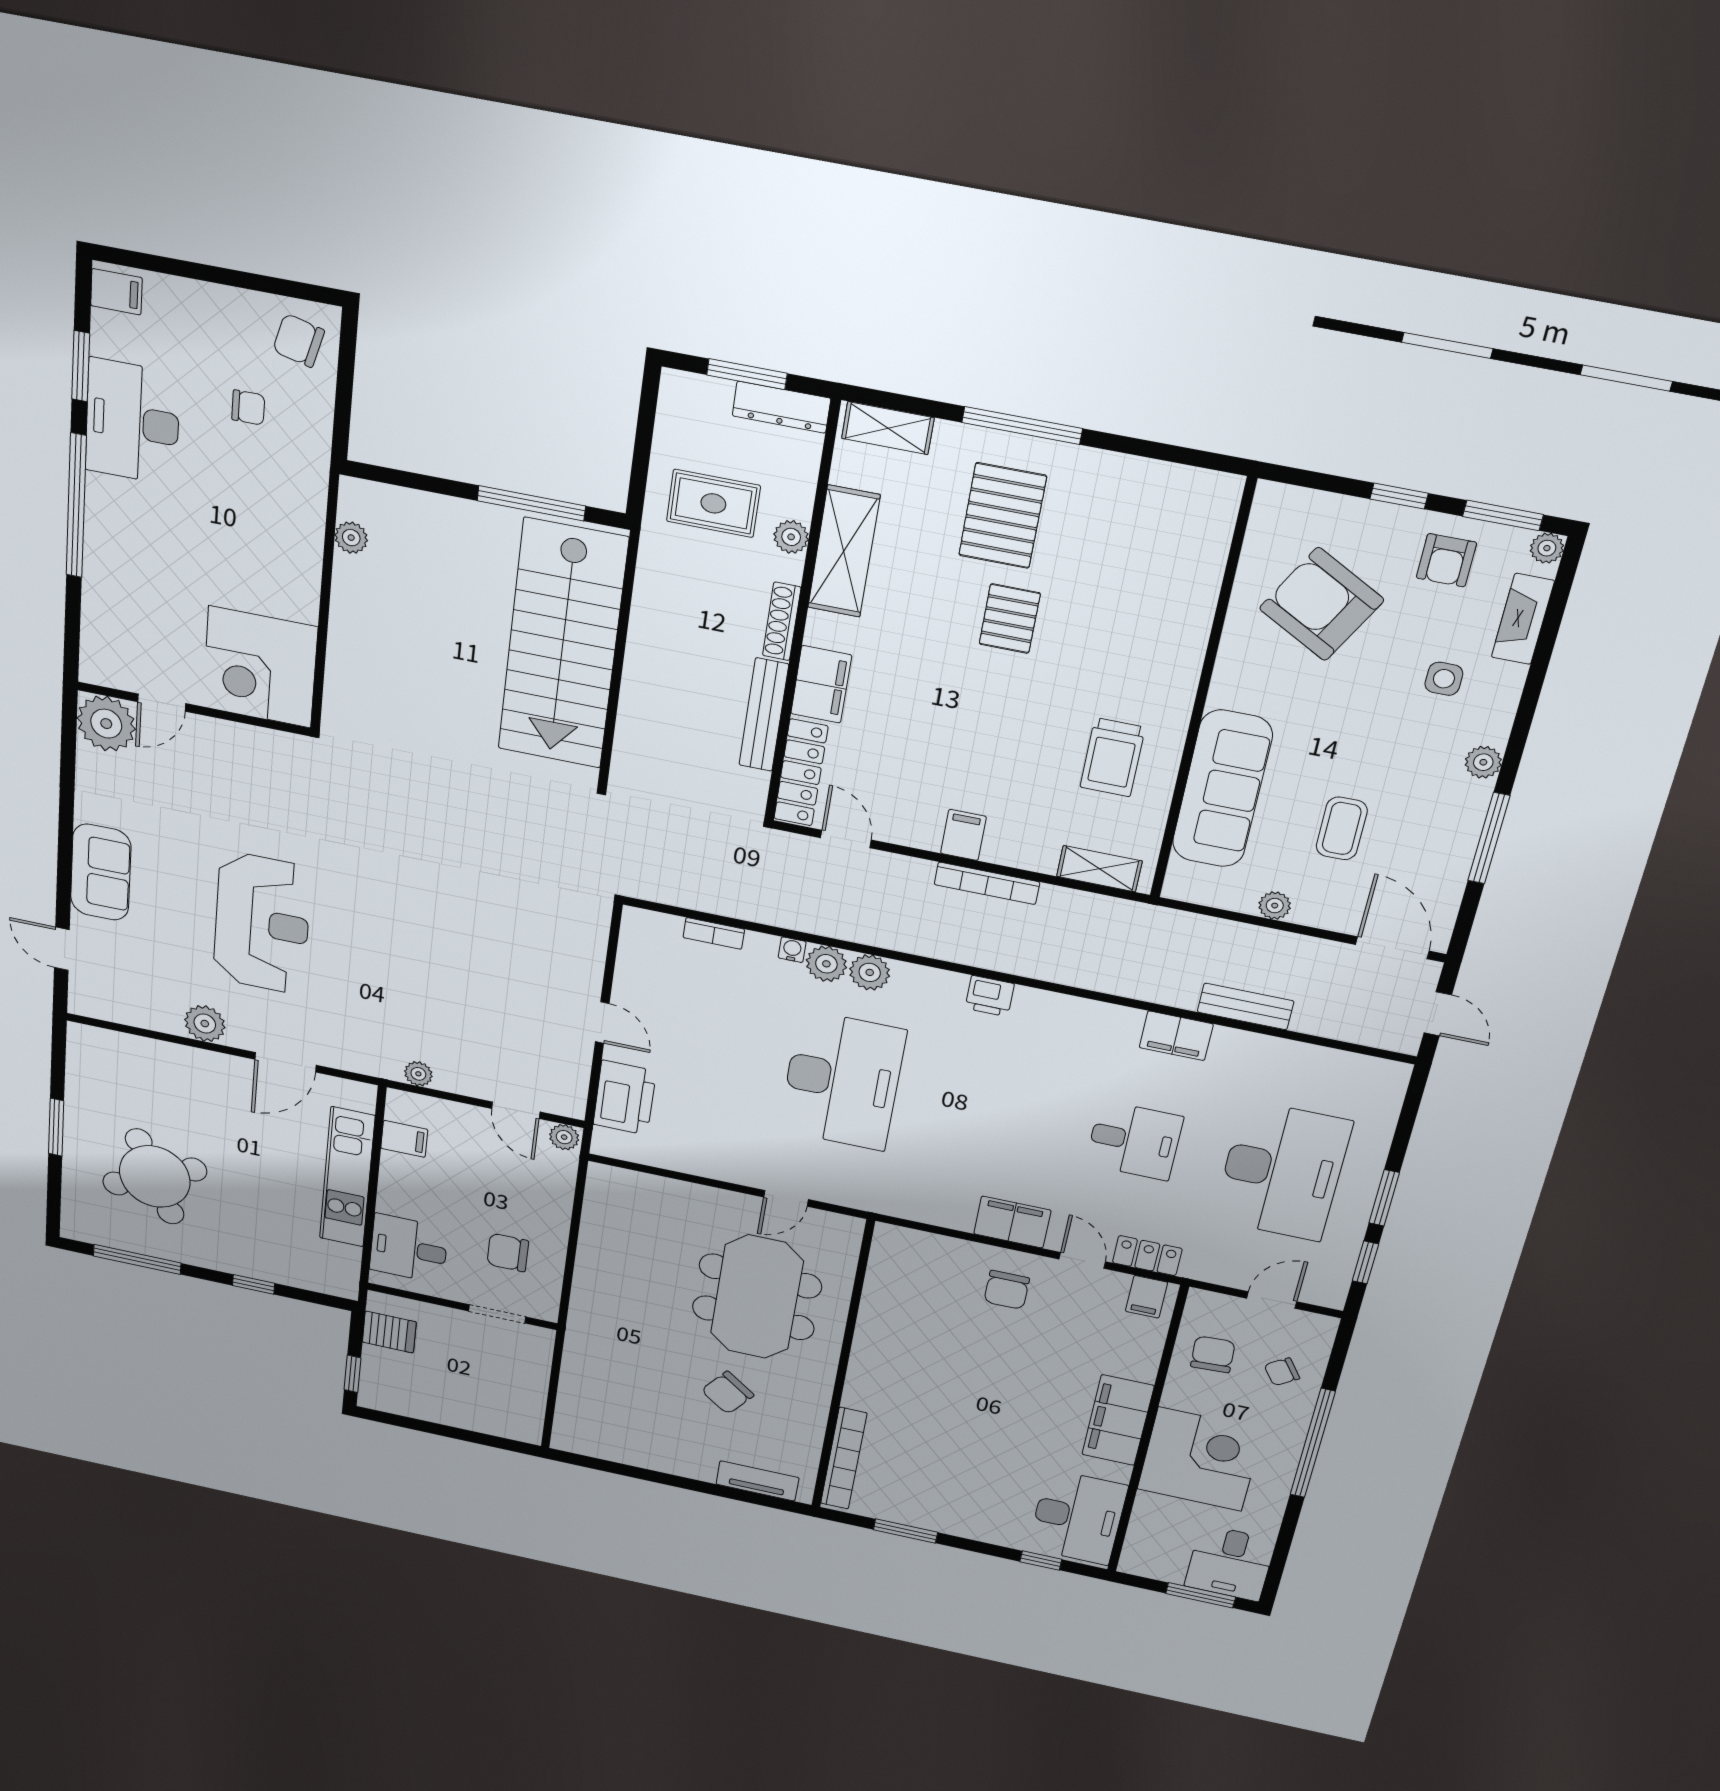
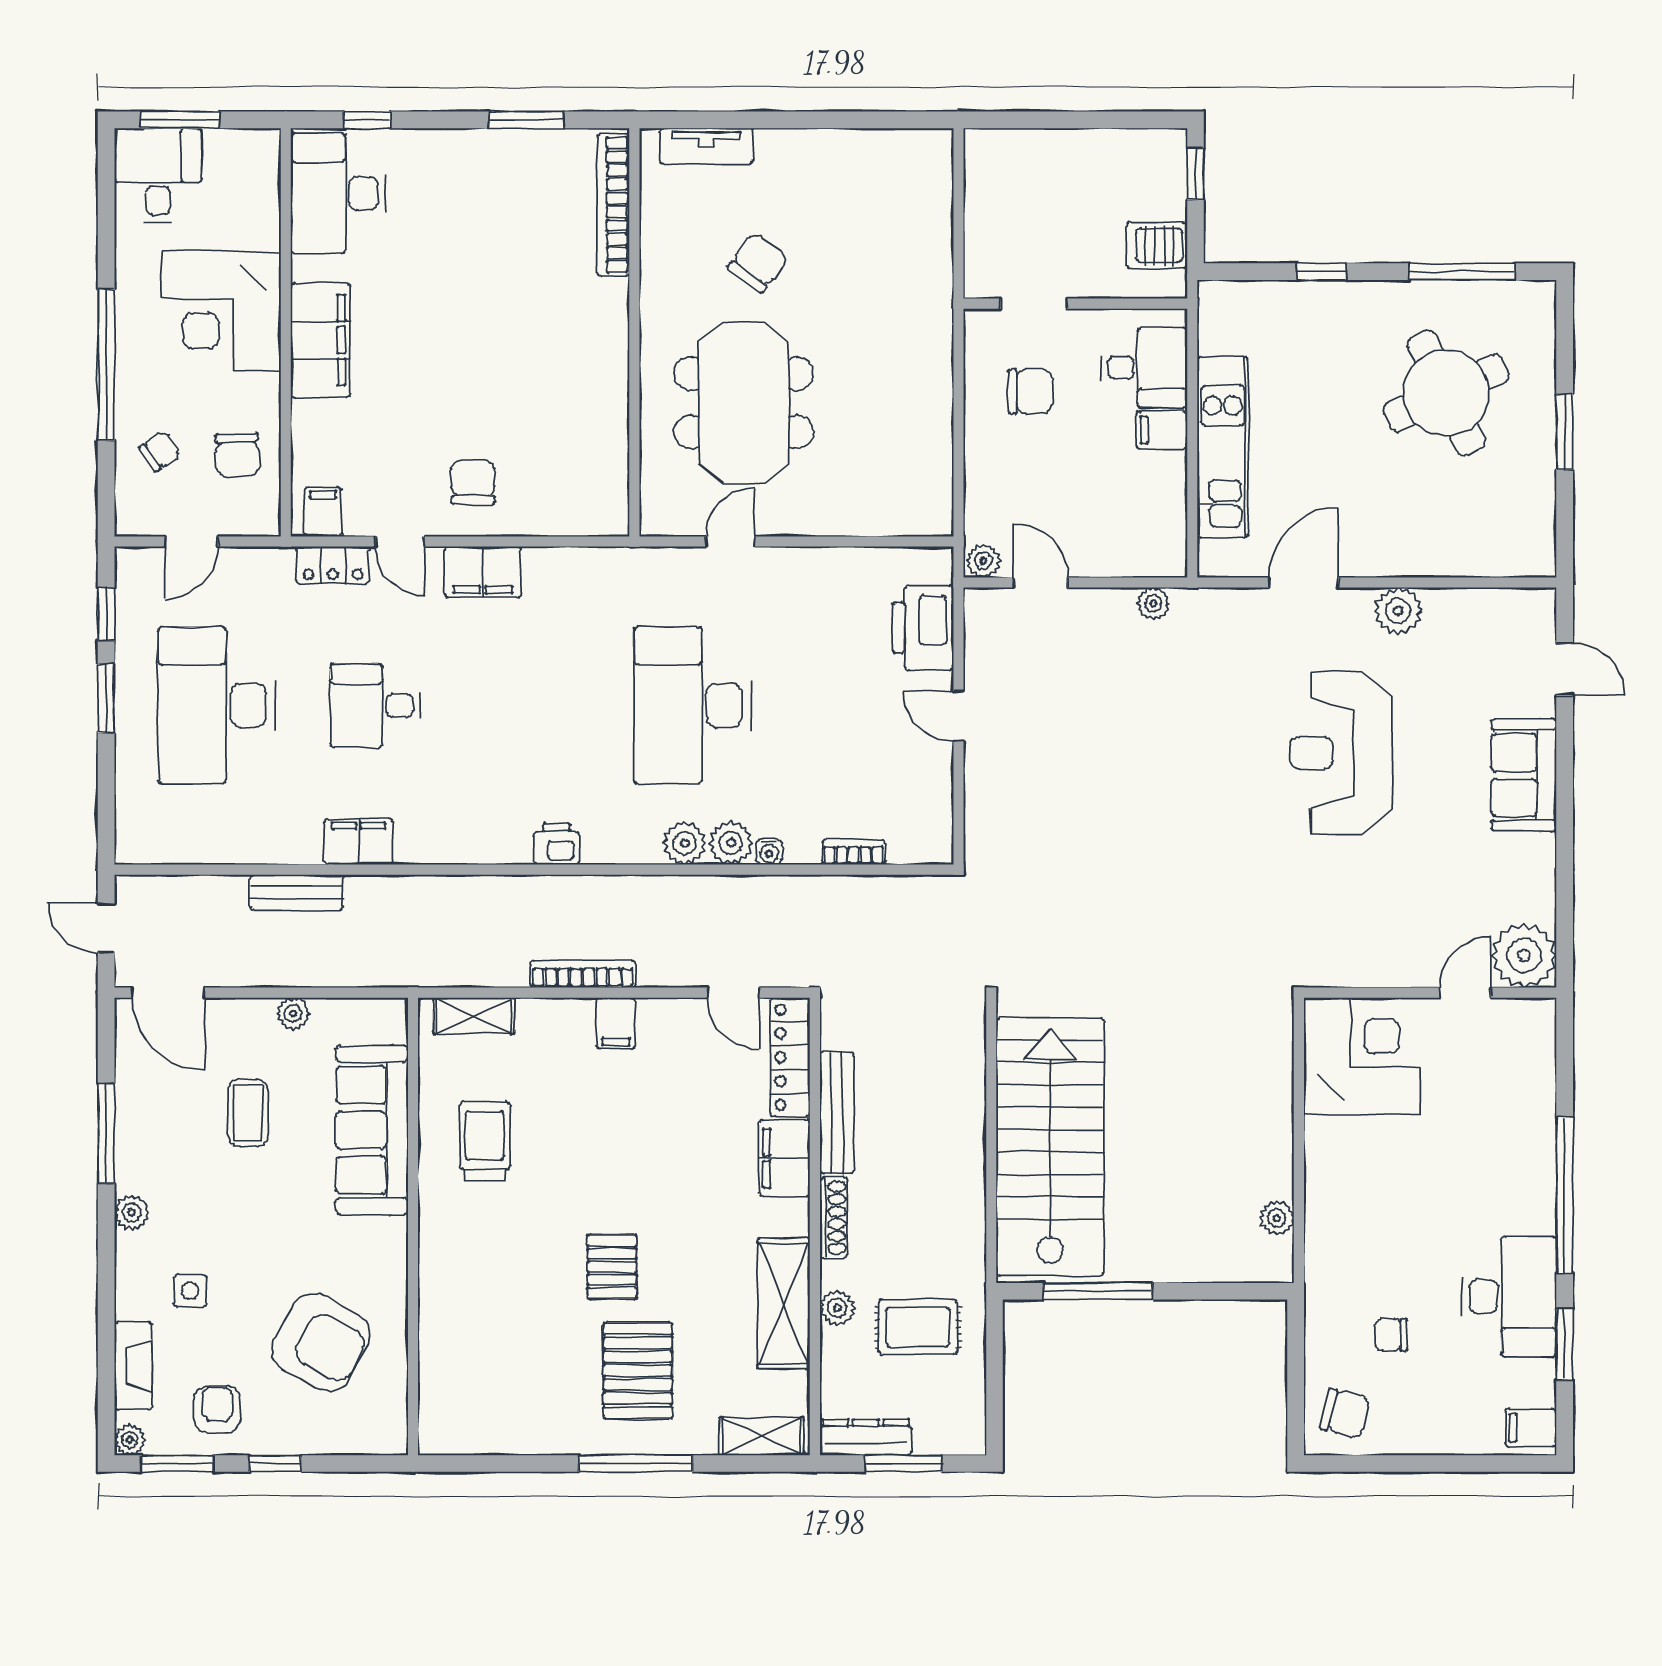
filing cabinet: (404, 1139) -> (1162, 430), moved

